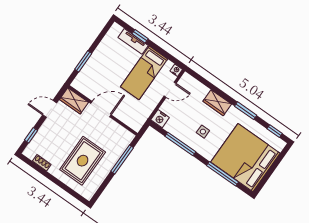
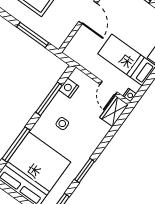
wardrobe: (217, 103) -> (114, 111), moved
nightstand: (160, 119) -> (69, 88), moved

